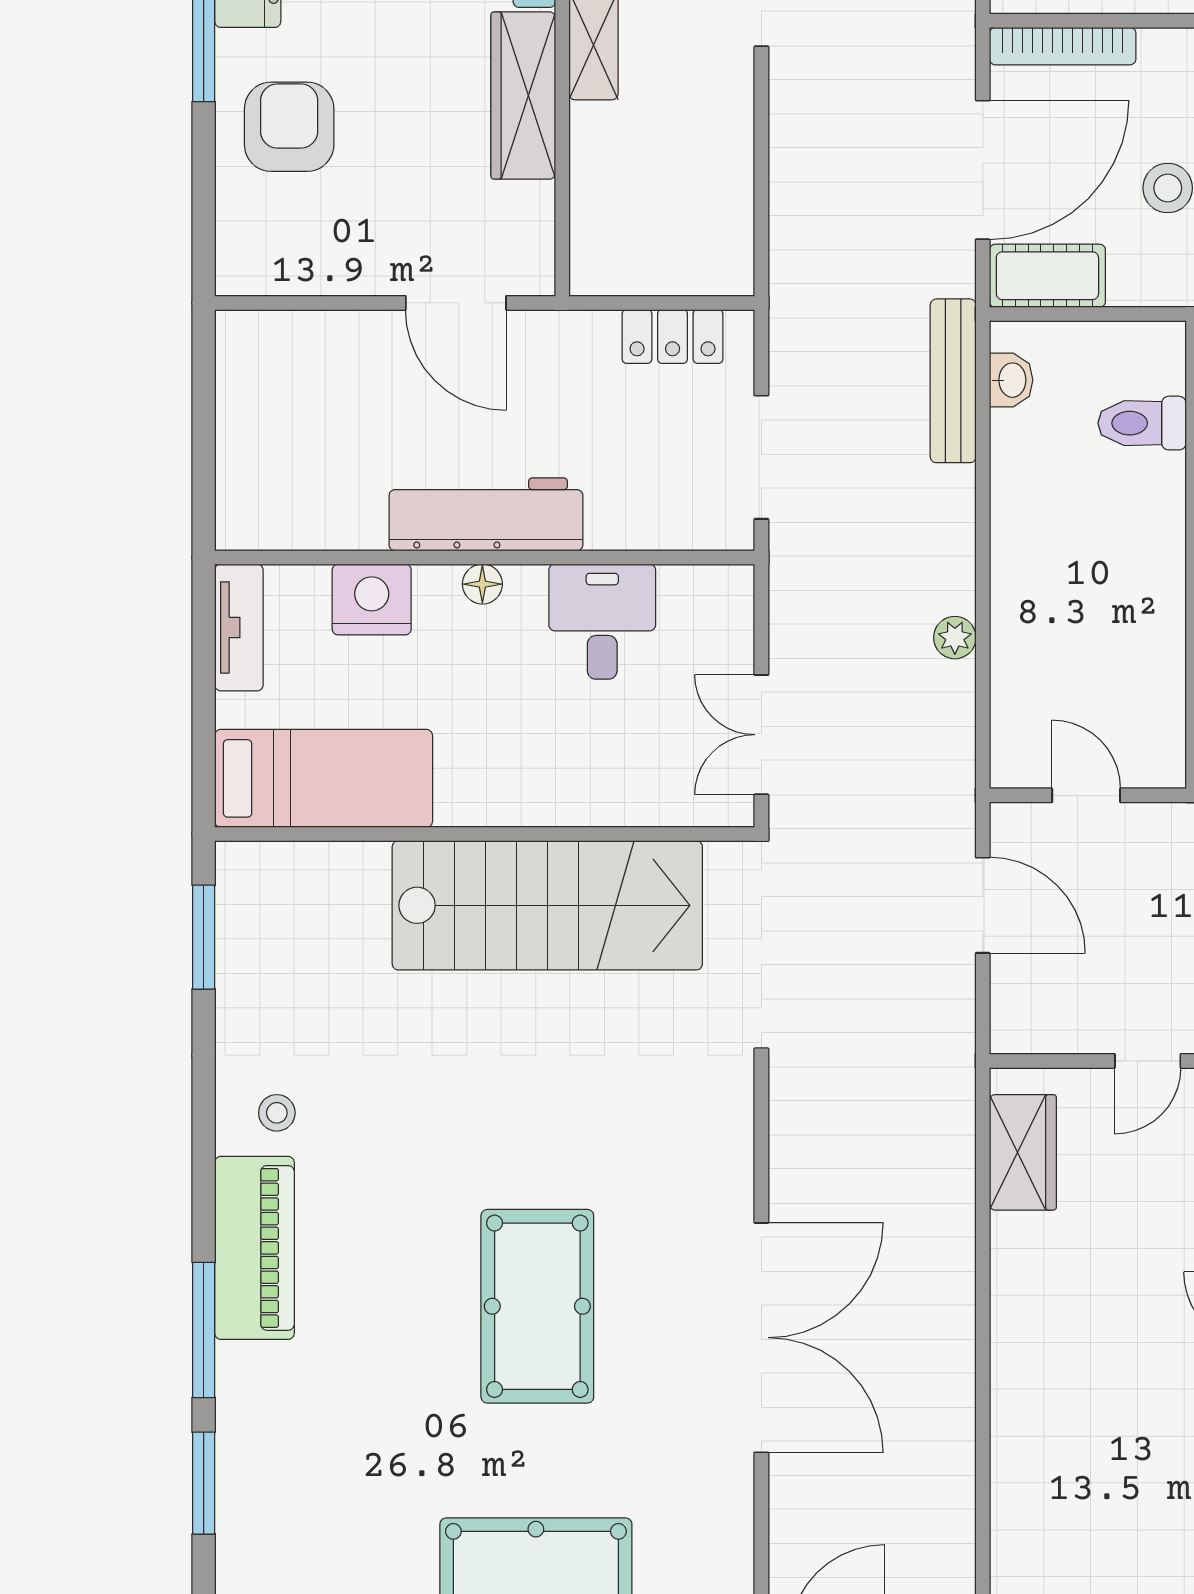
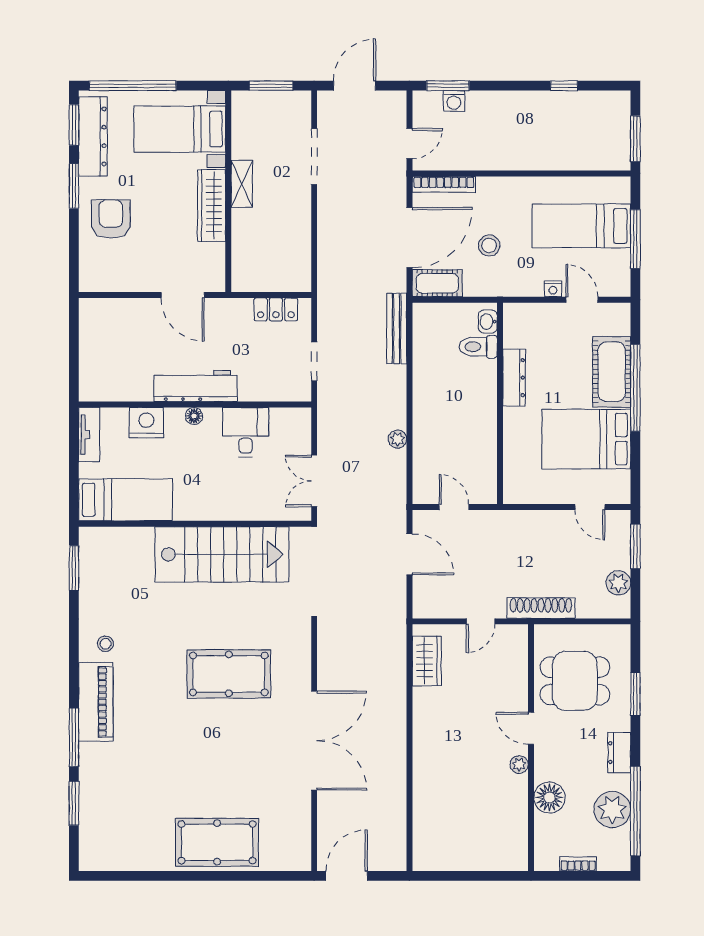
washbasin: (1011, 380) -> (488, 322), moved, turned 180
doorway: (761, 457) -> (314, 361), width x0.73
pool table: (537, 1306) -> (229, 674), moved, turned 90

